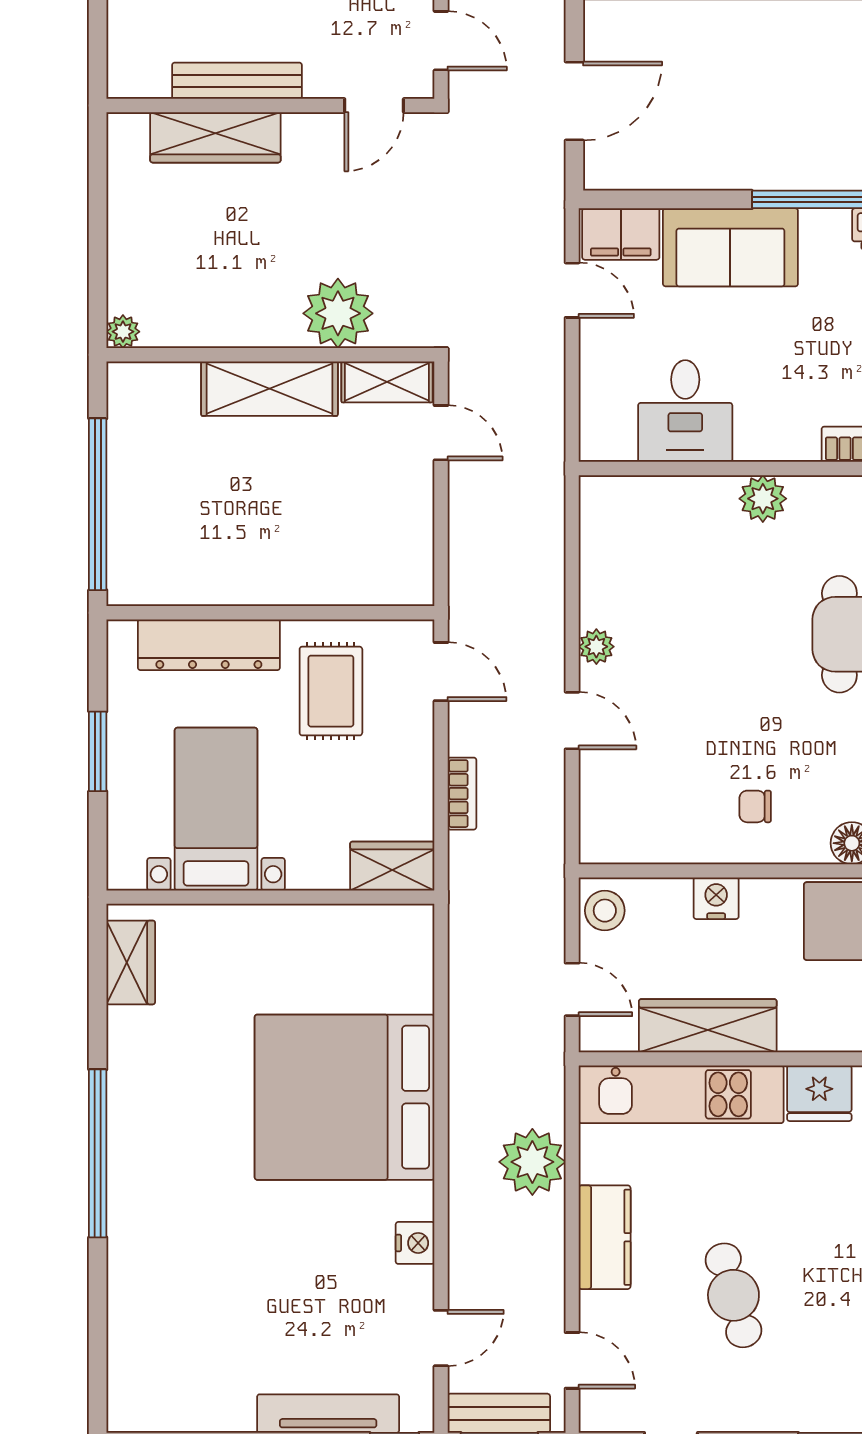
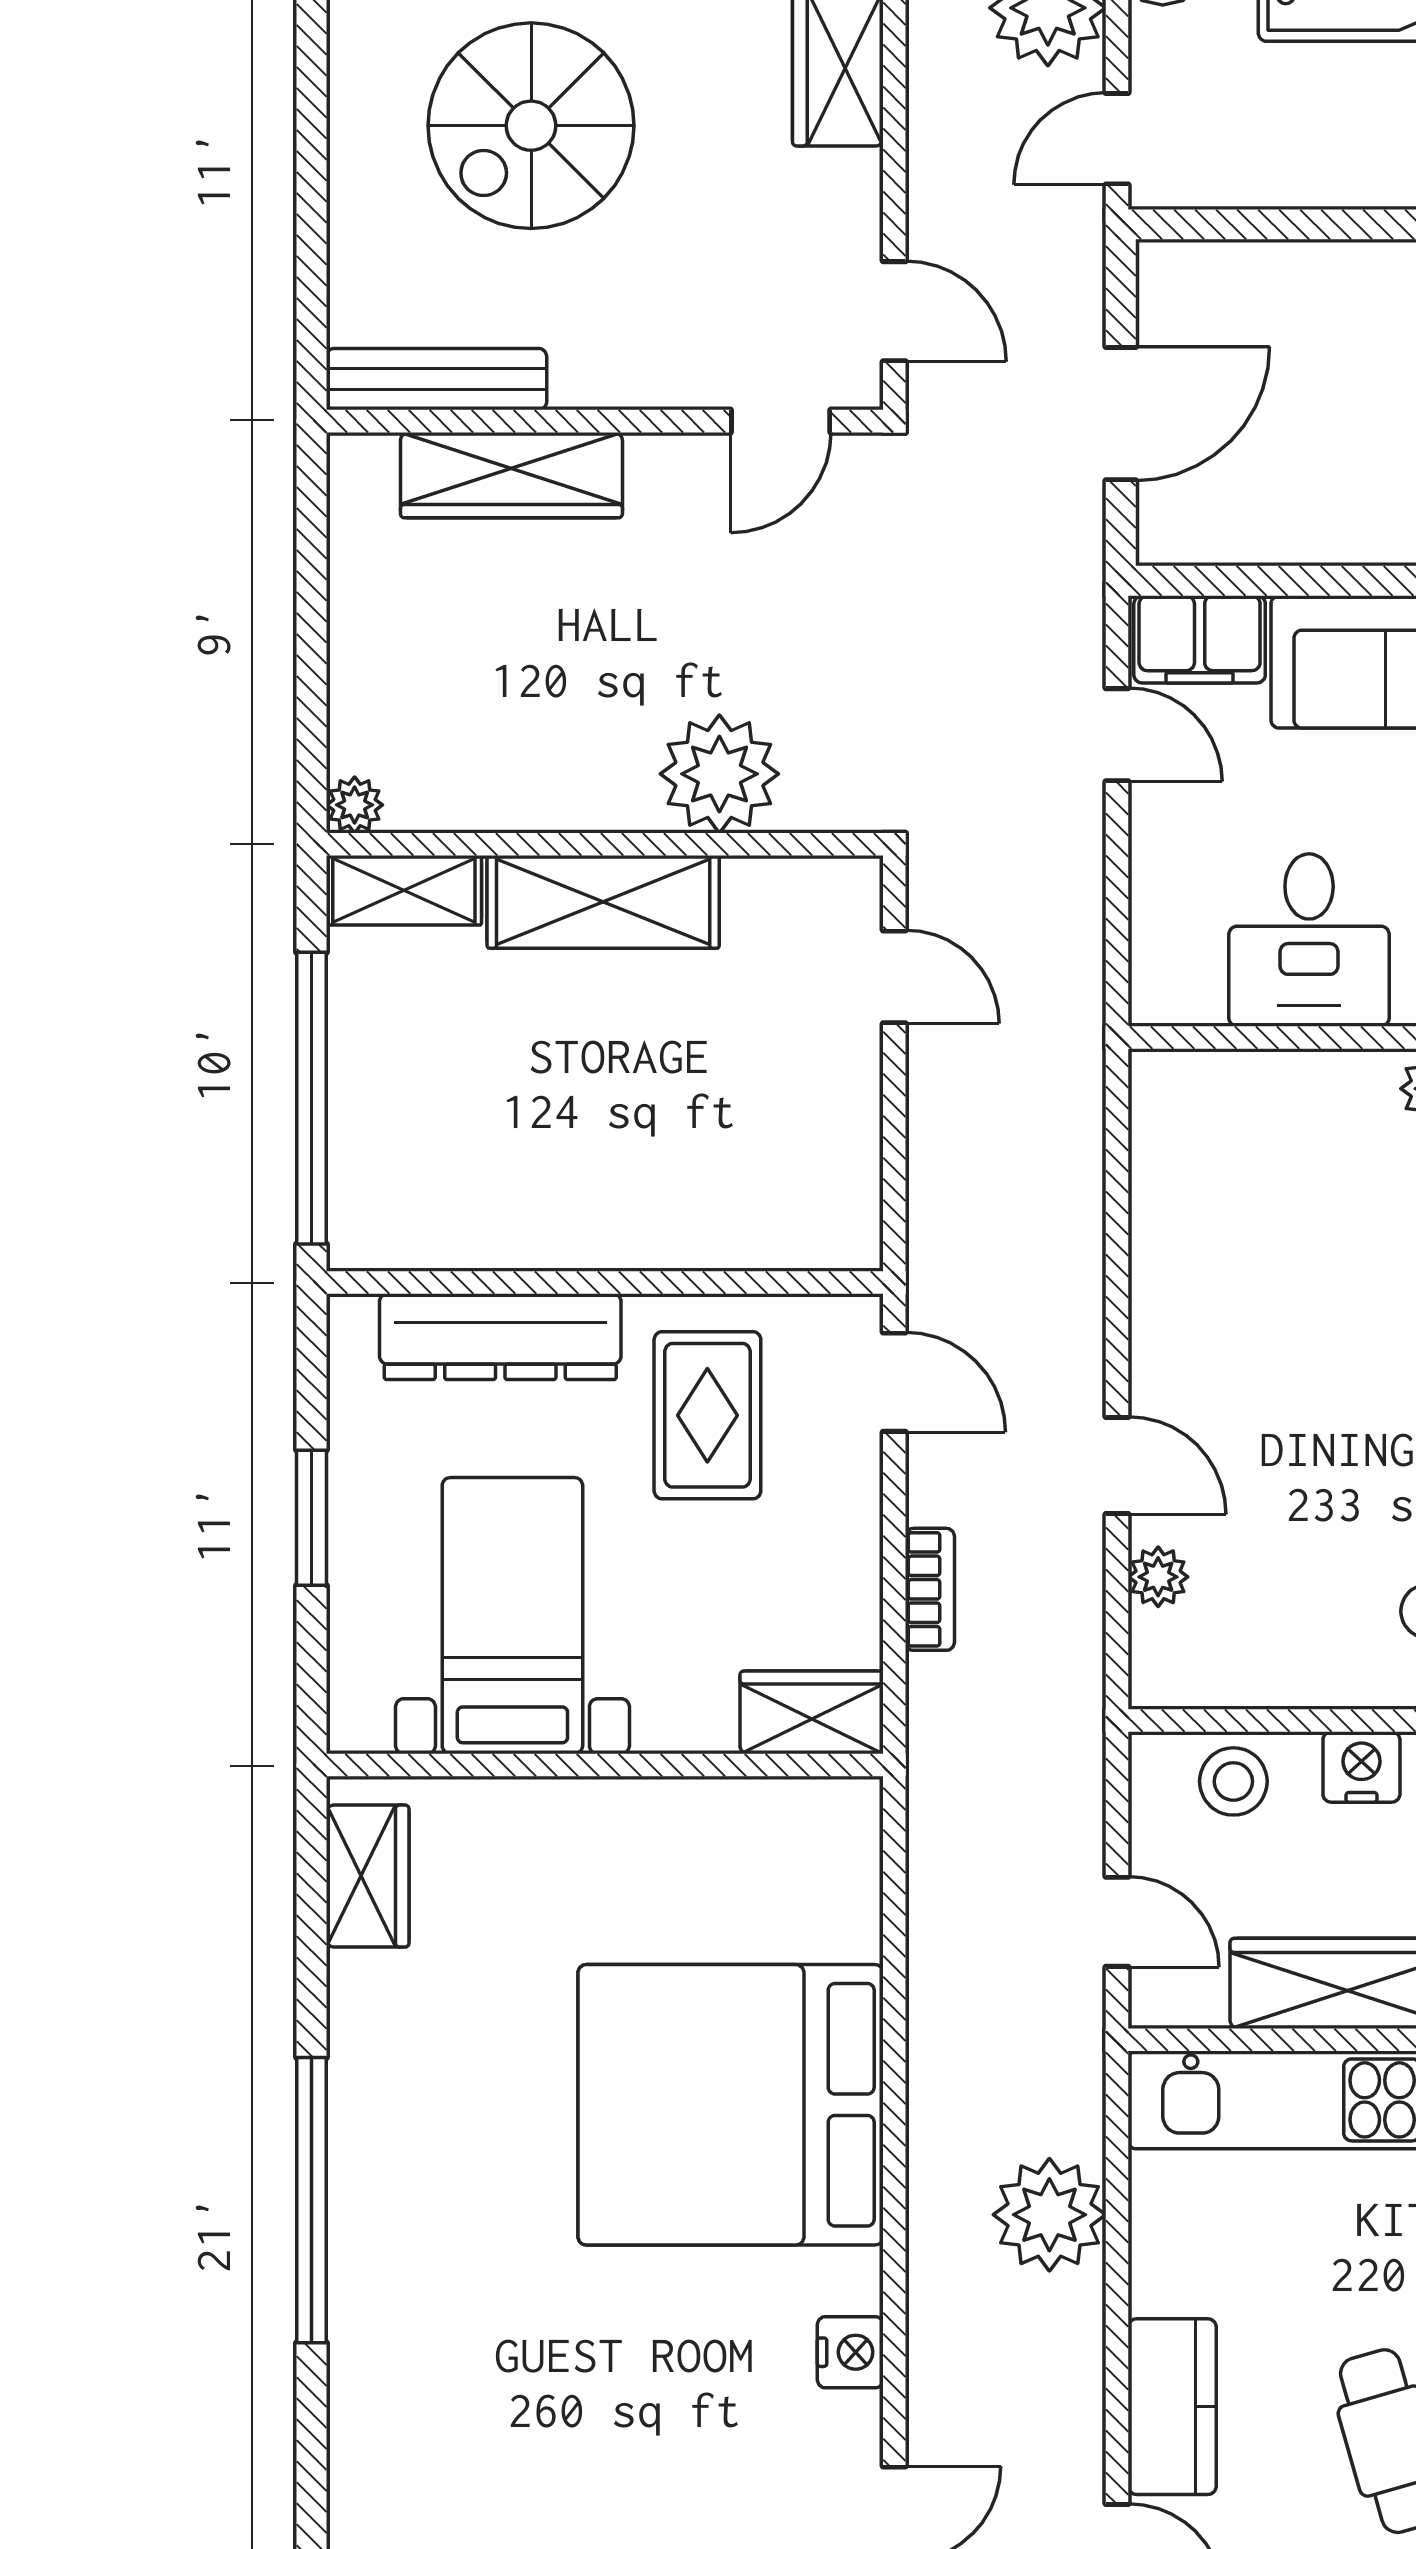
bench: (237, 81) -> (436, 379), moved
shelving: (387, 382) -> (404, 890), moved
plant: (596, 647) -> (1158, 1577), moved
stool: (605, 911) -> (1233, 1781), moved
kitchen counter: (605, 1237) -> (1172, 2407), moved

